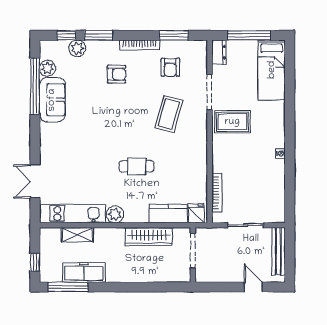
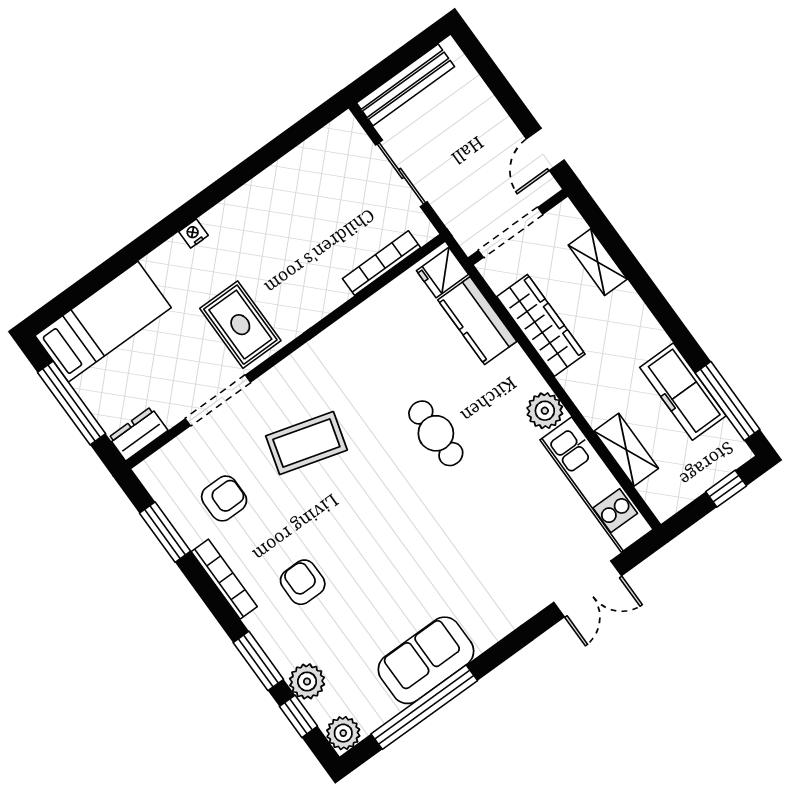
plant: (47, 68) -> (343, 733), moved
nightstand: (280, 153) -> (194, 234), moved
shelving: (157, 276) -> (598, 262), added
door: (253, 287) -> (545, 149), moved

